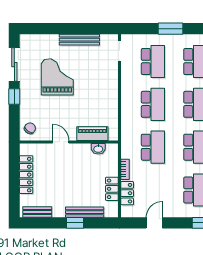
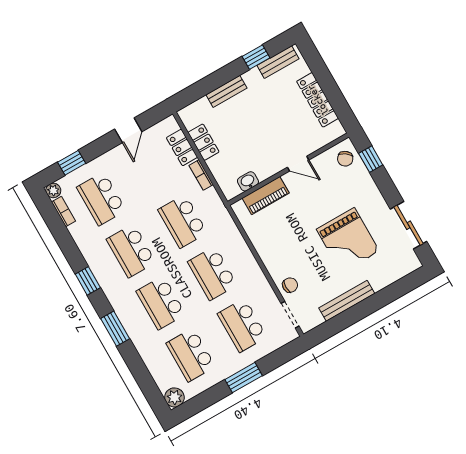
chair: (109, 70) -> (290, 285), added
window: (14, 97) -> (371, 159), moved
bench: (85, 212) -> (226, 91), width x0.73
window: (75, 223) -> (256, 57), moved

